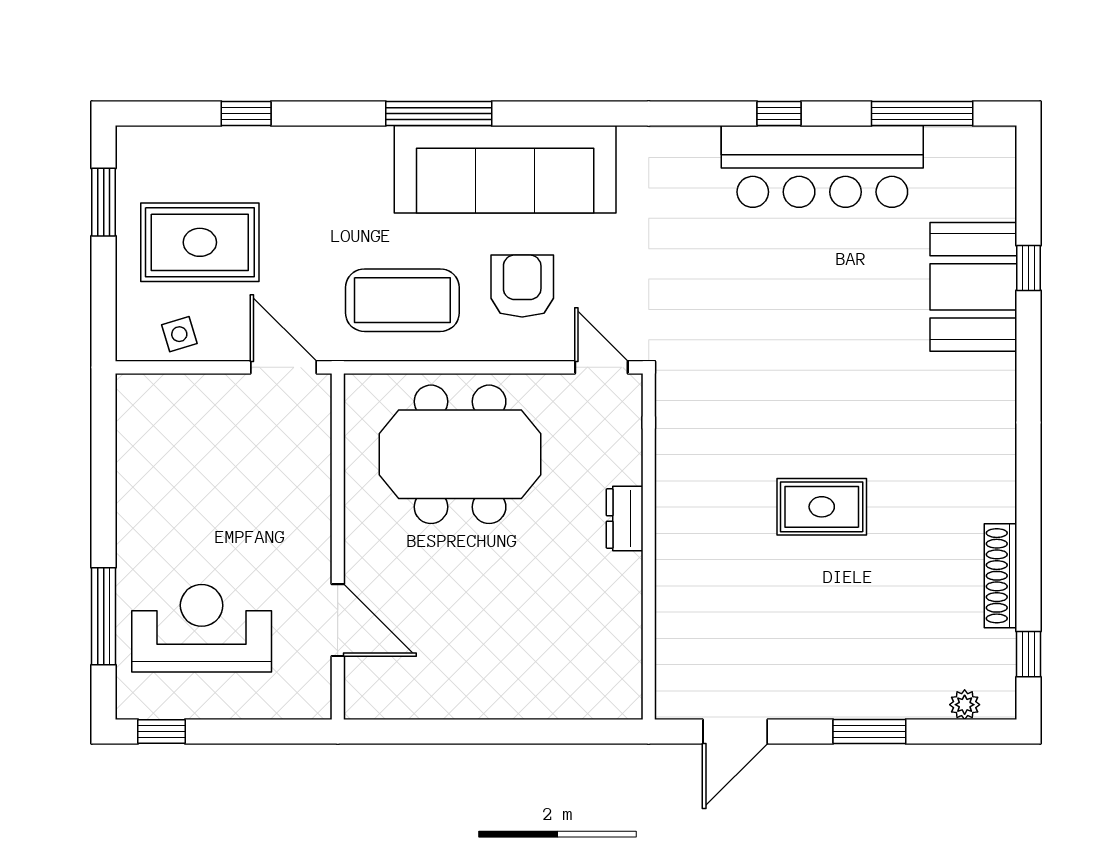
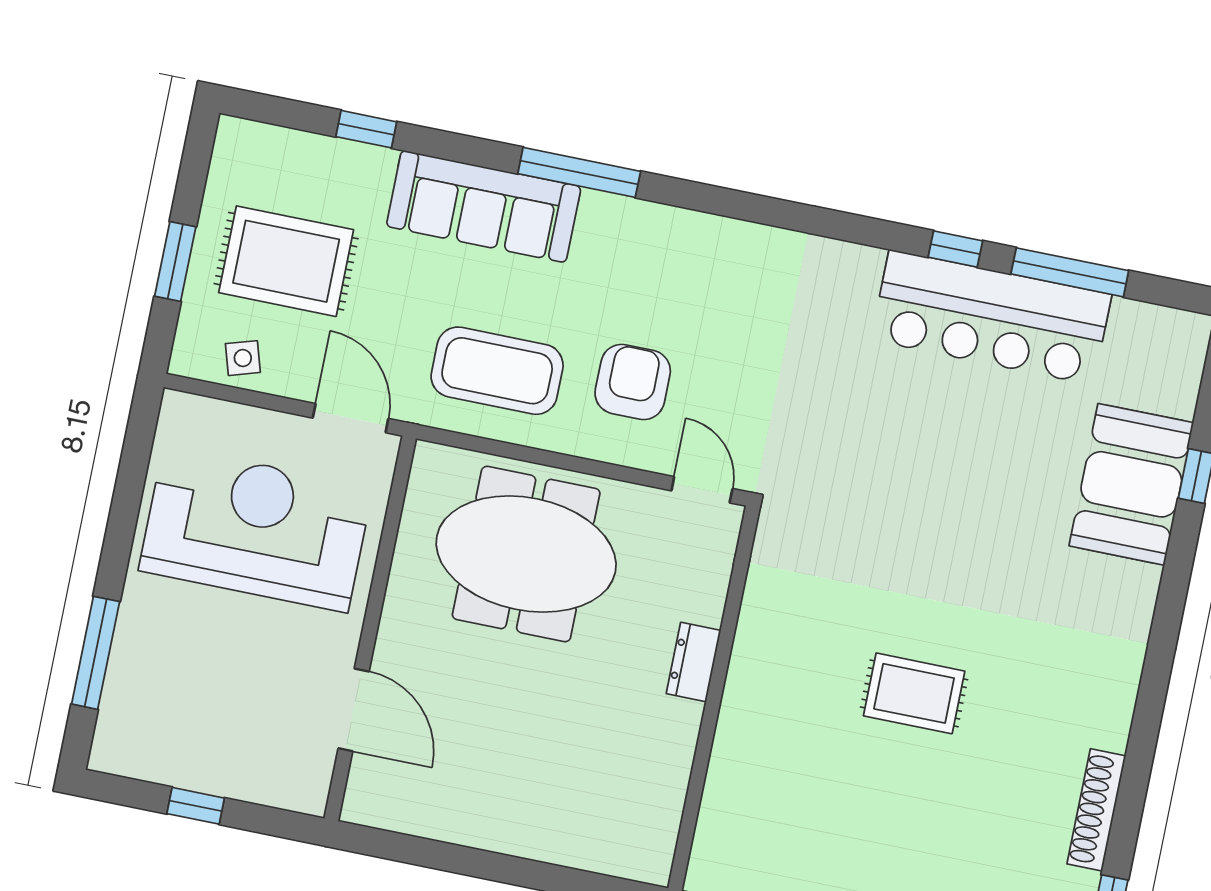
window: (922, 113) -> (1070, 272), moved
sofa: (505, 169) -> (484, 206), moved, width x0.74, depth x0.79
window: (104, 202) -> (175, 262), moved
reception desk: (202, 628) -> (256, 529), moved, width x1.36, depth x1.30
window: (162, 731) -> (196, 806), moved

